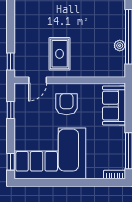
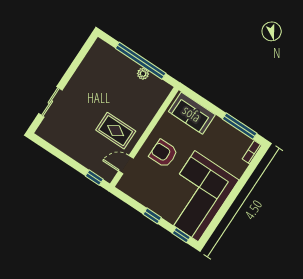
door: (38, 80) -> (126, 165), swing flipped
window: (11, 110) -> (152, 216), moved

